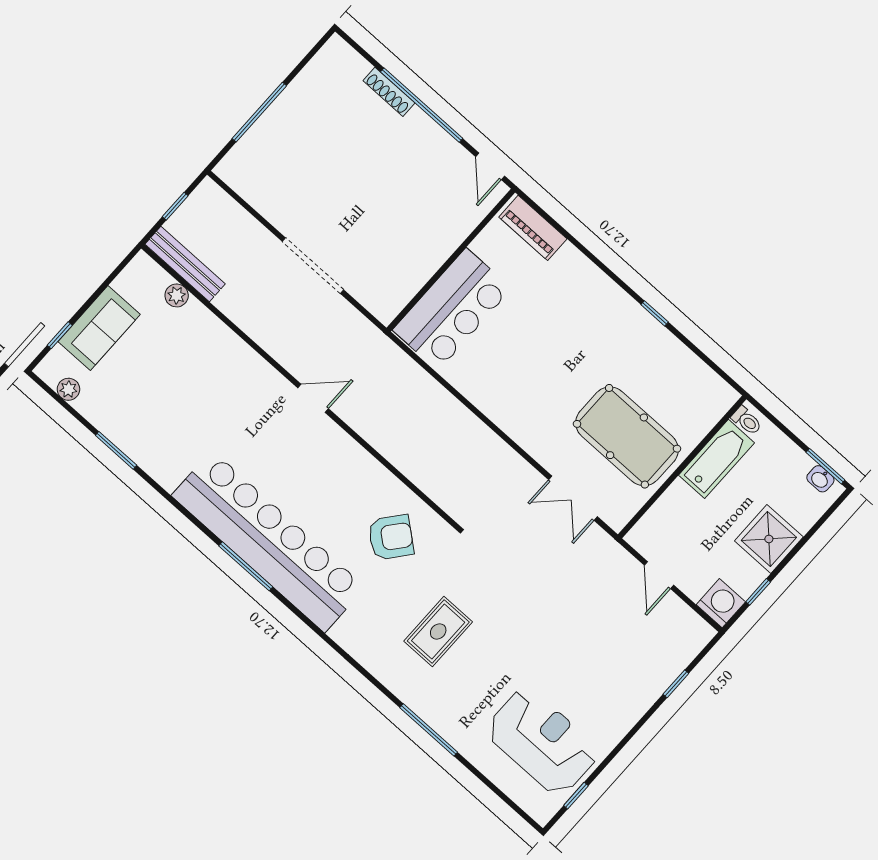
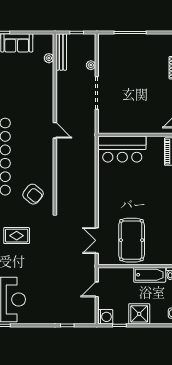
plant: (255, 233) -> (91, 65), added

